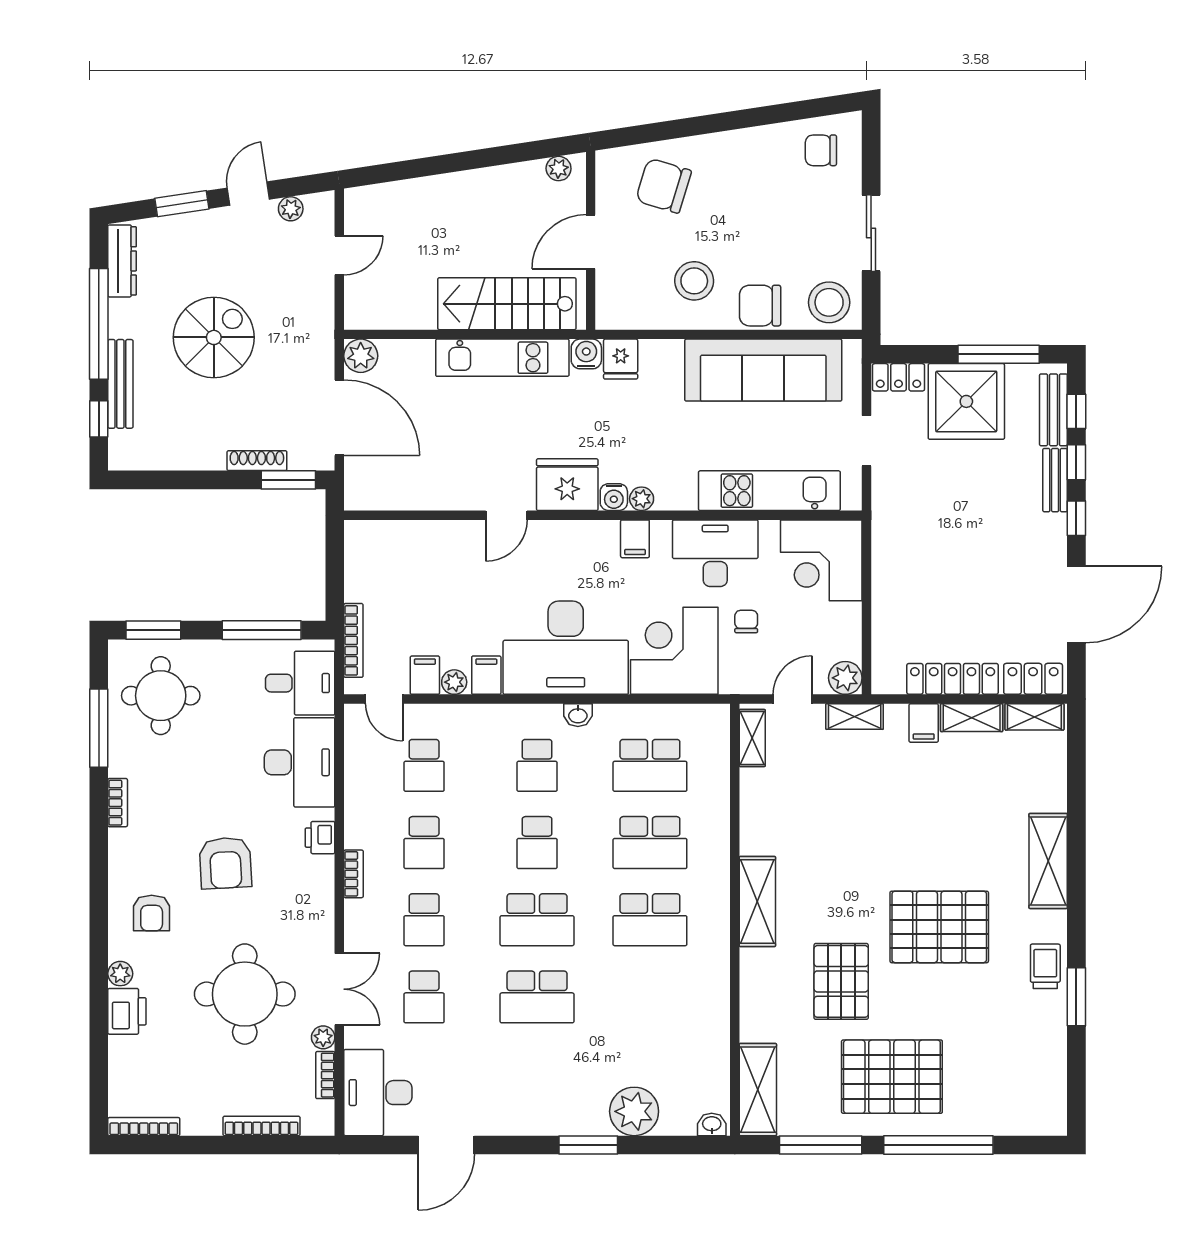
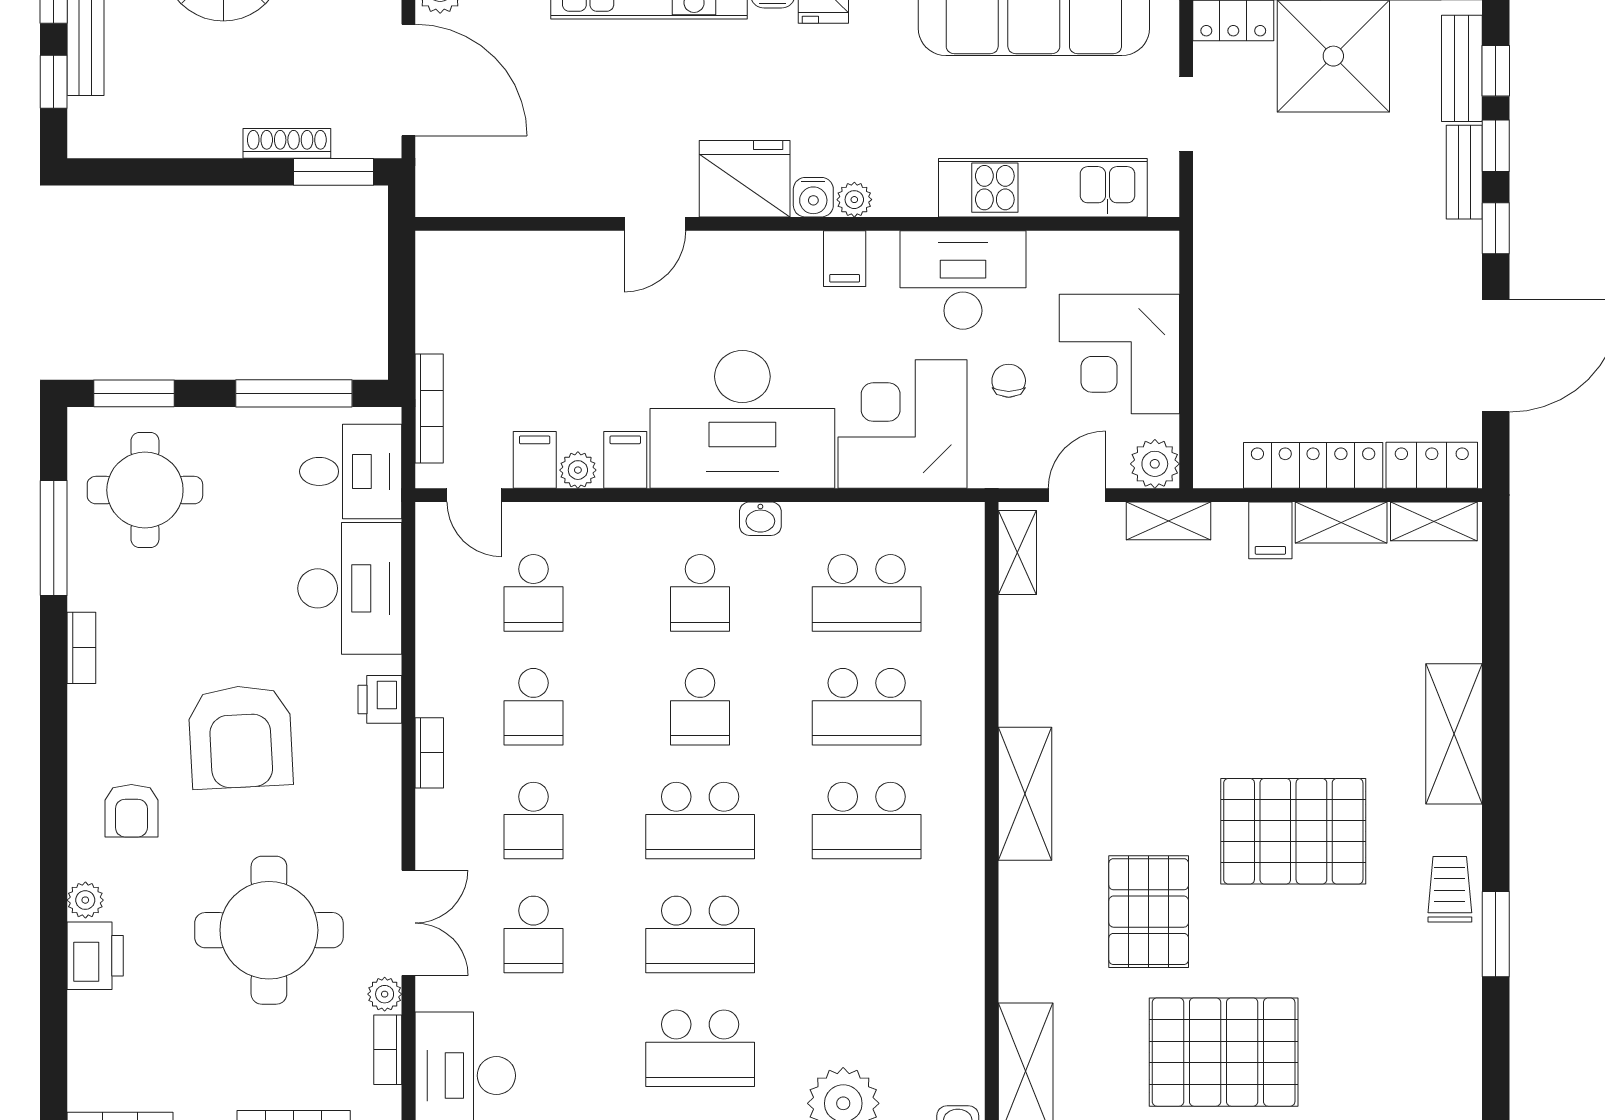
corner desk: (821, 560) -> (1119, 354), moved
armchair: (225, 863) -> (240, 737), width x1.36, depth x1.36
school desk: (537, 1074) -> (700, 1048), added

